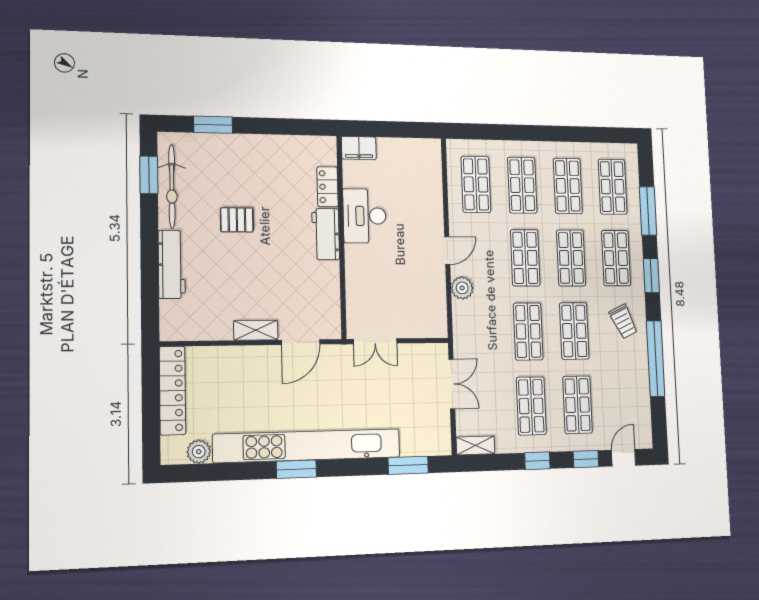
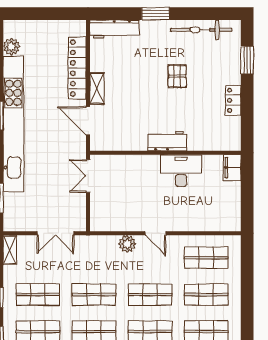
window: (149, 175) -> (156, 14), moved
locker: (328, 187) -> (233, 100), moved, turned -90
workbench: (172, 264) -> (114, 29), moved
locker: (172, 390) -> (77, 68), moved, turned 90

